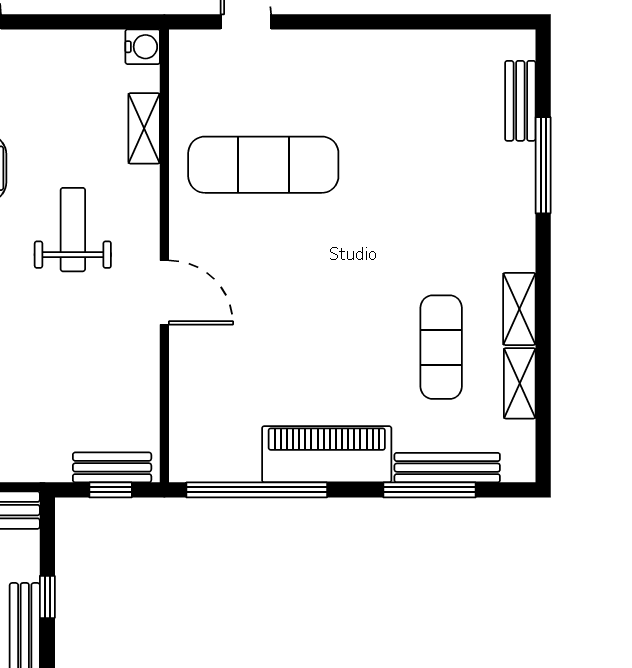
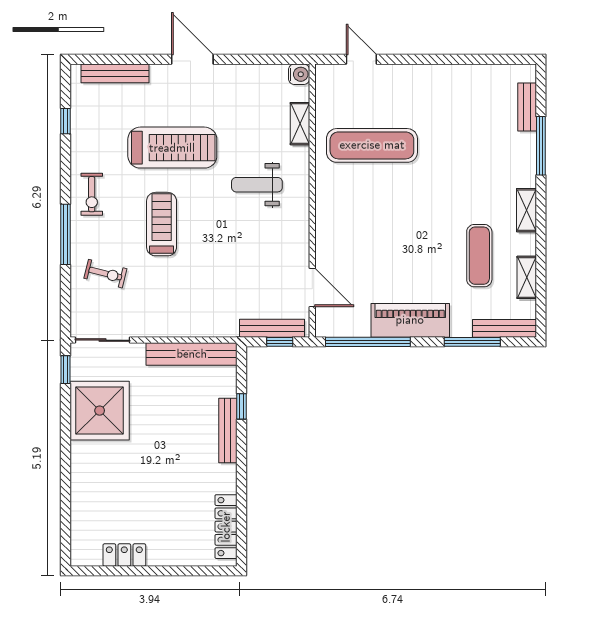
weight bench: (73, 230) -> (257, 185), turned -90
door: (164, 292) -> (312, 287), moved
shelving: (519, 309) -> (527, 210), moved
bench: (112, 467) -> (272, 328), width x1.36
bench: (447, 468) -> (504, 328), moved

